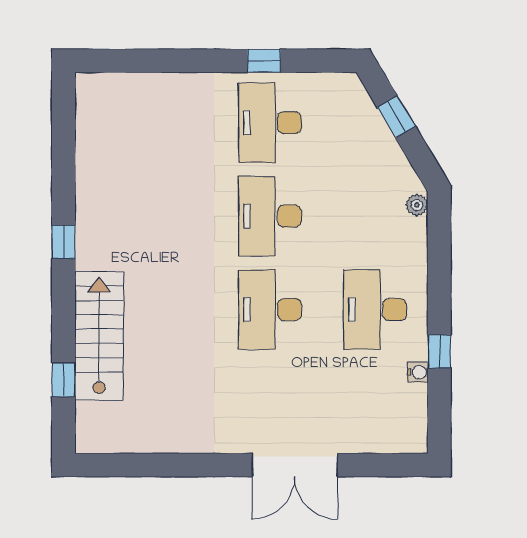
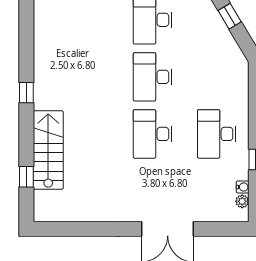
plant: (417, 205) -> (242, 201), moved
water cooler: (418, 372) -> (243, 187), moved

